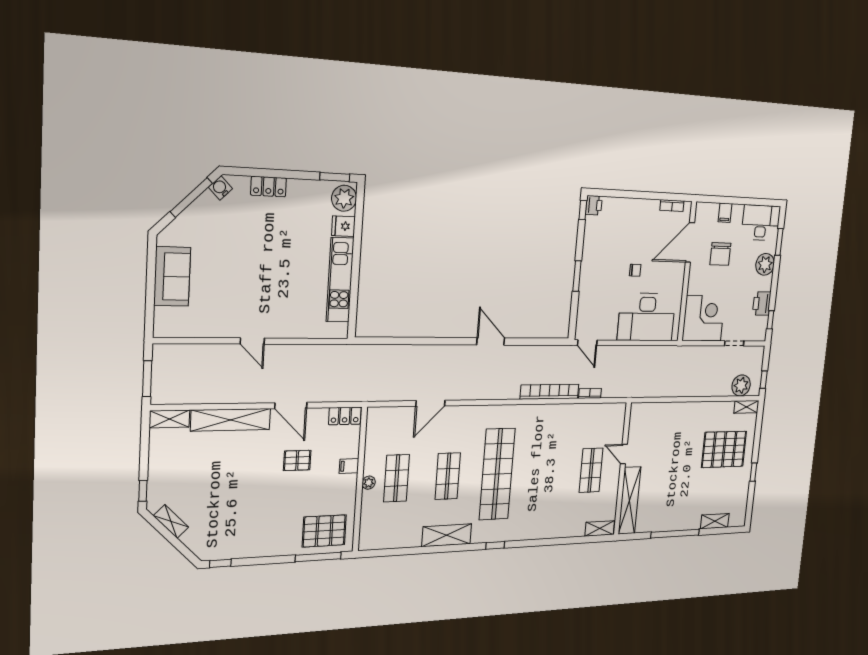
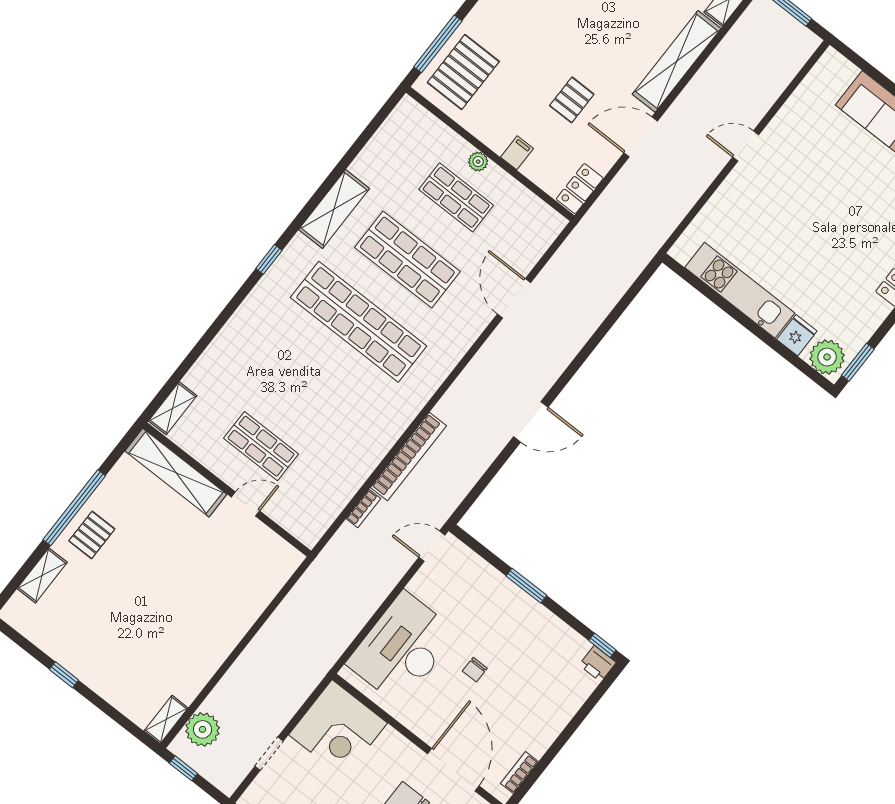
pallet: (724, 449) -> (92, 535), moved, width x0.49, depth x0.50
shop shelf: (448, 476) -> (407, 260), width x1.43, depth x1.36

